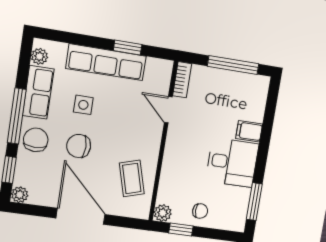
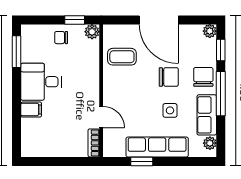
window: (233, 65) -> (54, 161), removed
chair: (36, 140) -> (203, 77), turned 180
coffee table: (132, 178) -> (122, 57), turned -74

